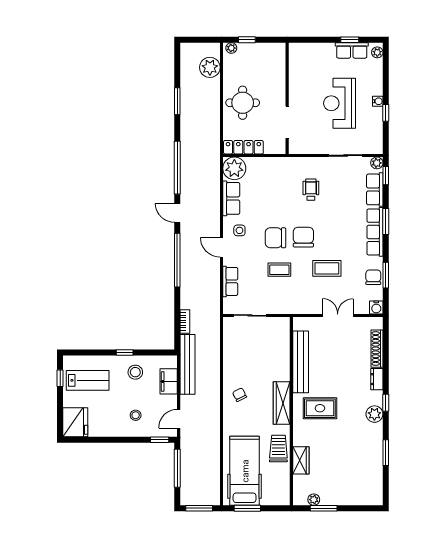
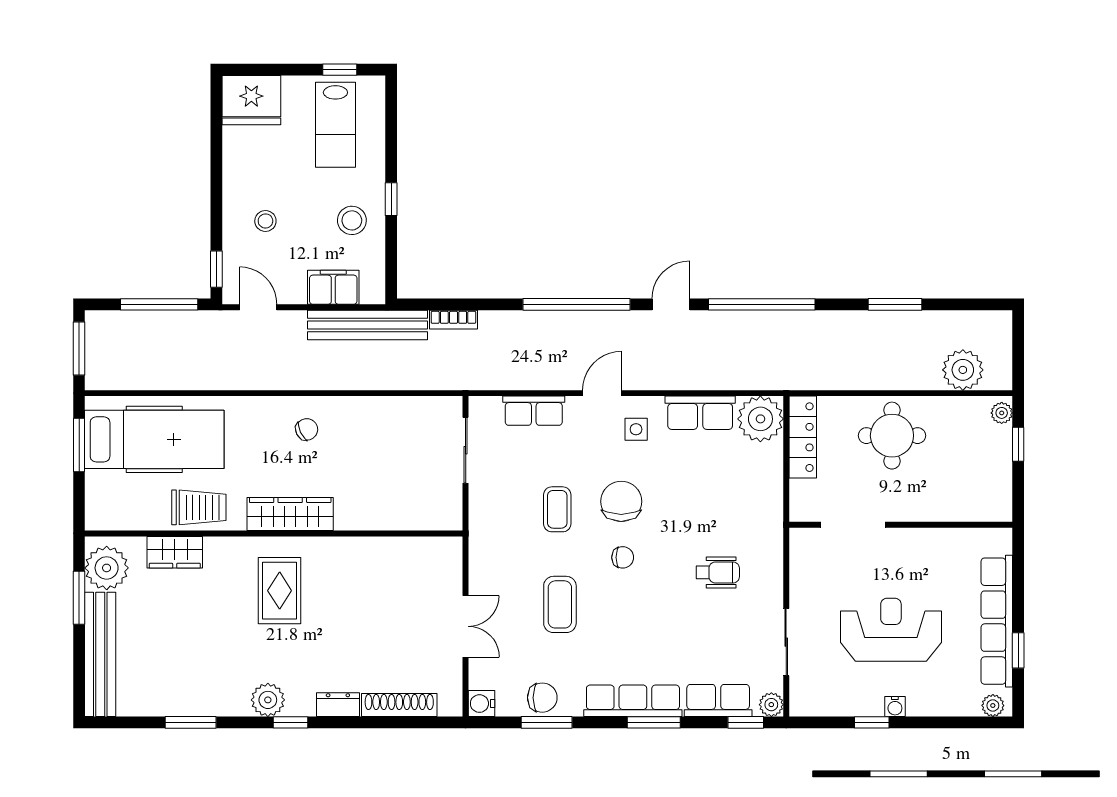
row of seats: (352, 50) -> (997, 621), width x2.02
chair: (303, 237) -> (623, 557), width x0.54, depth x0.54
bench: (301, 362) -> (100, 654), moved, turned 90
plant: (314, 500) -> (107, 568), width x1.87, depth x1.87

